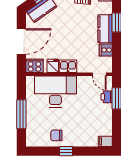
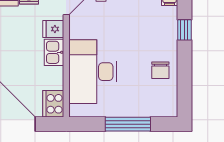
fridge: (53, 66) -> (53, 29), moved
window: (66, 151) -> (184, 30), moved

